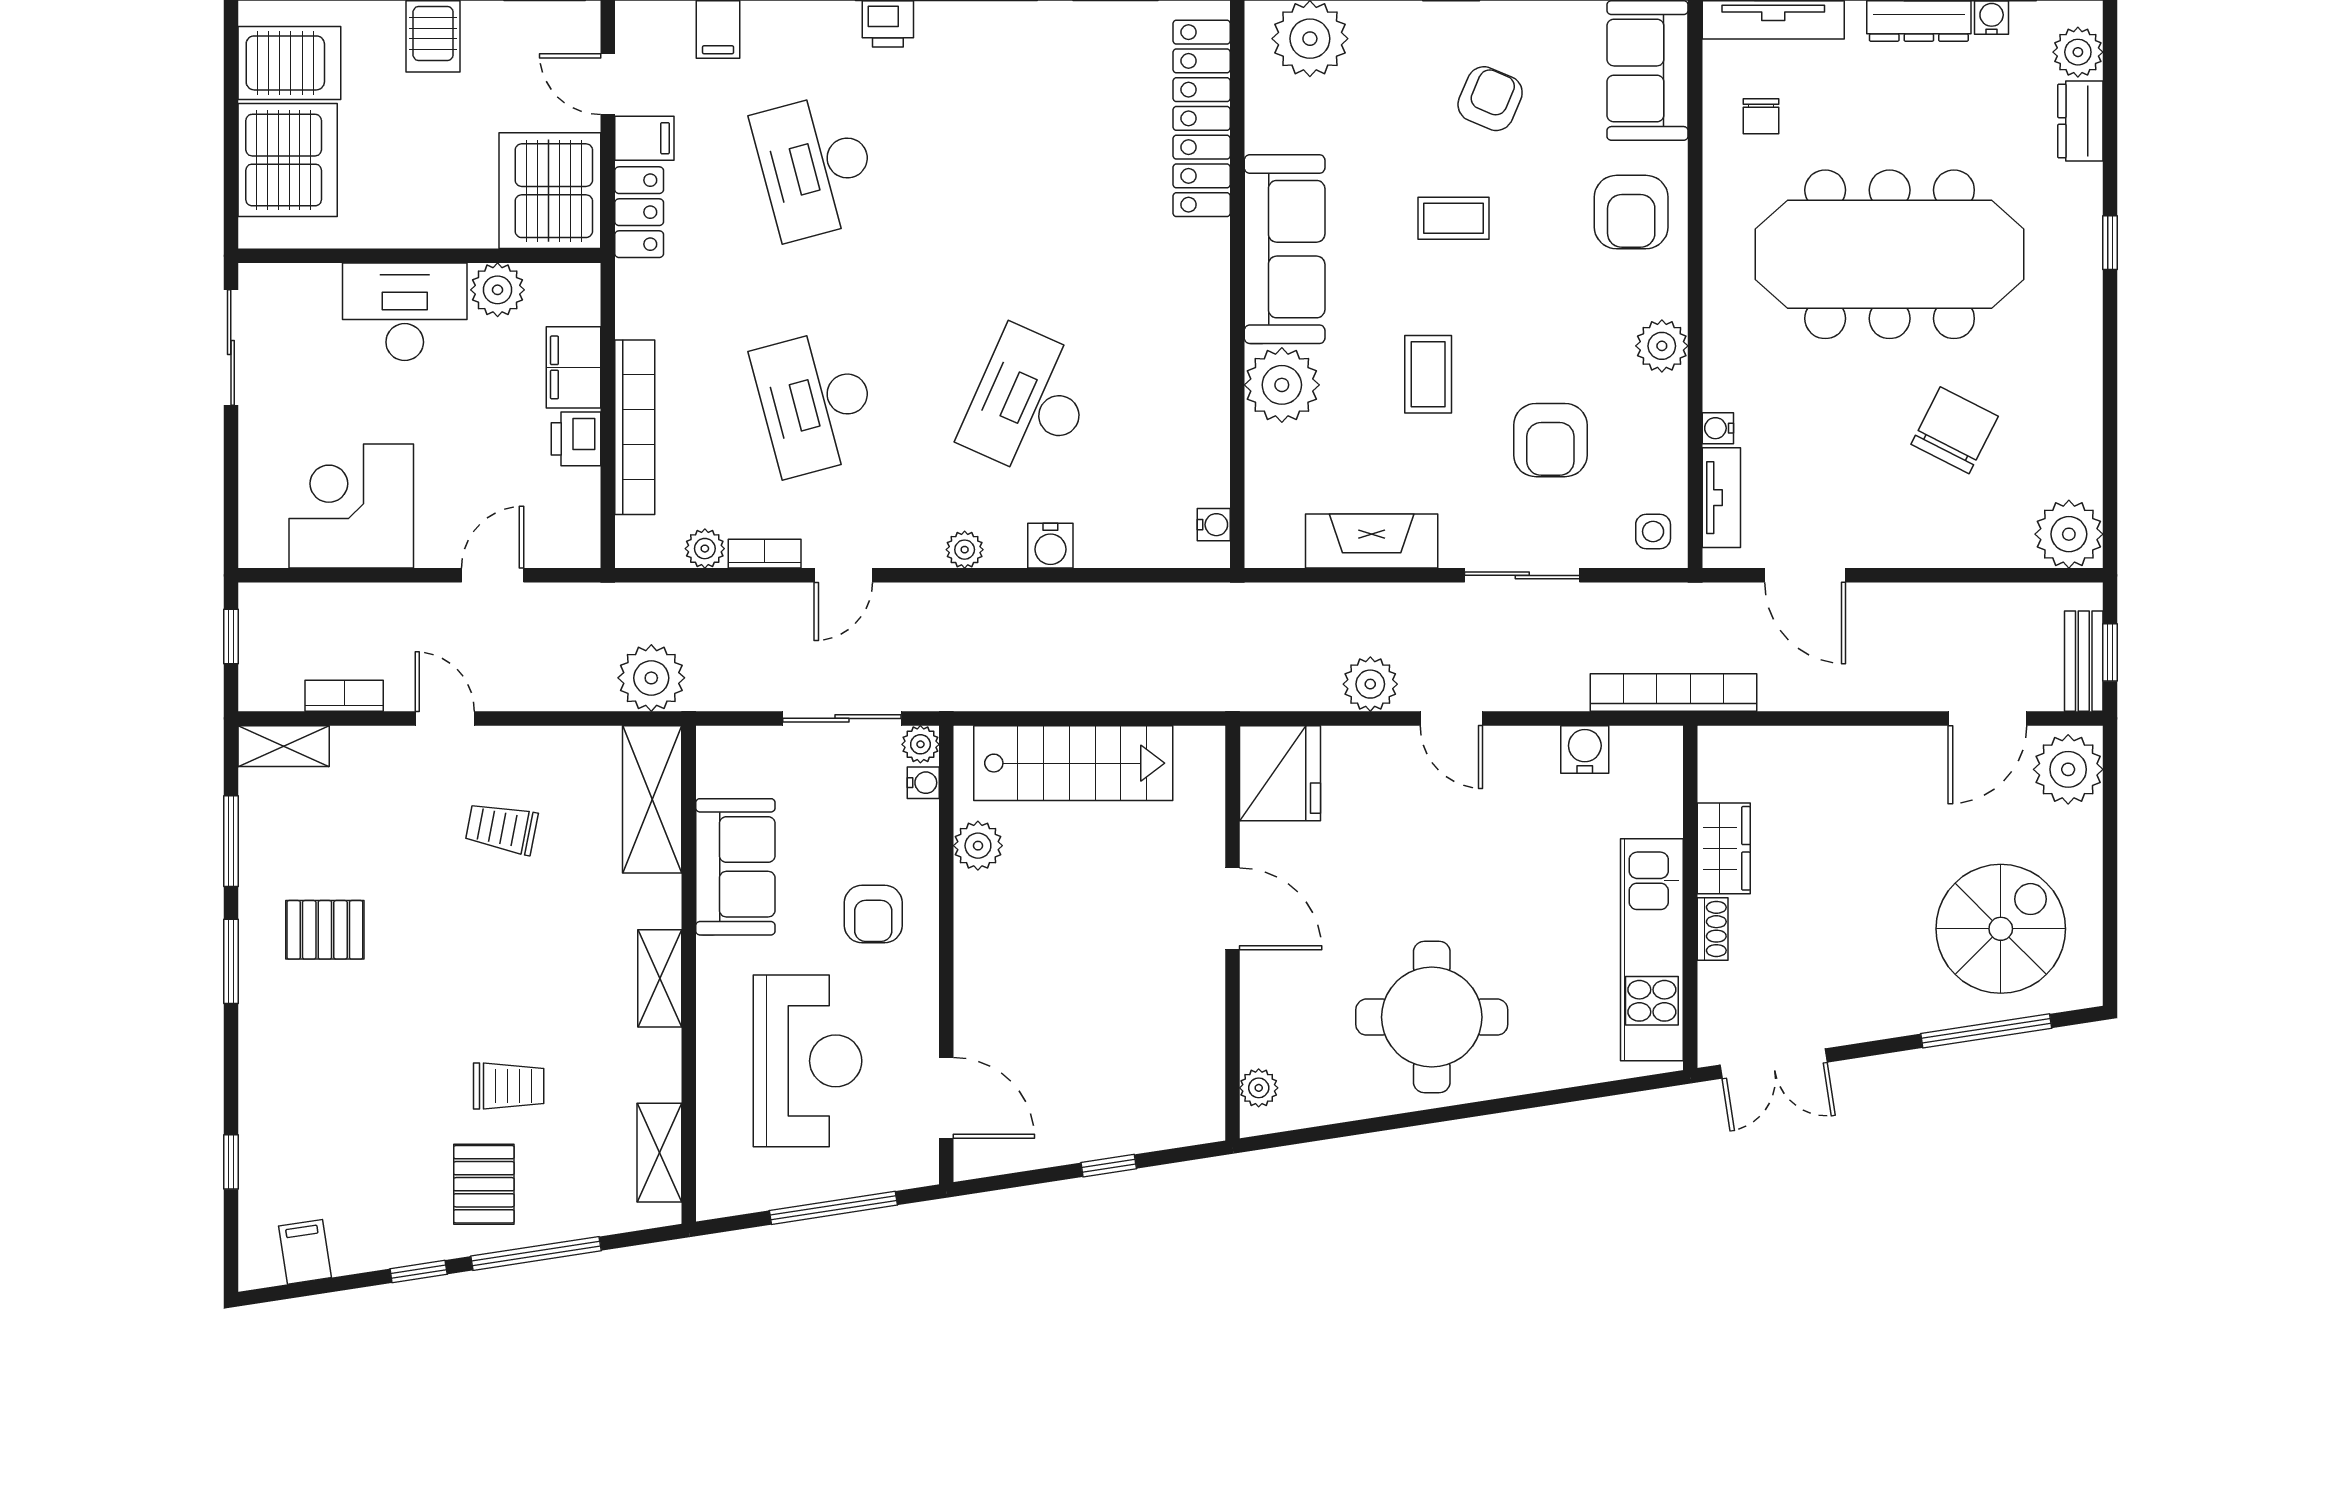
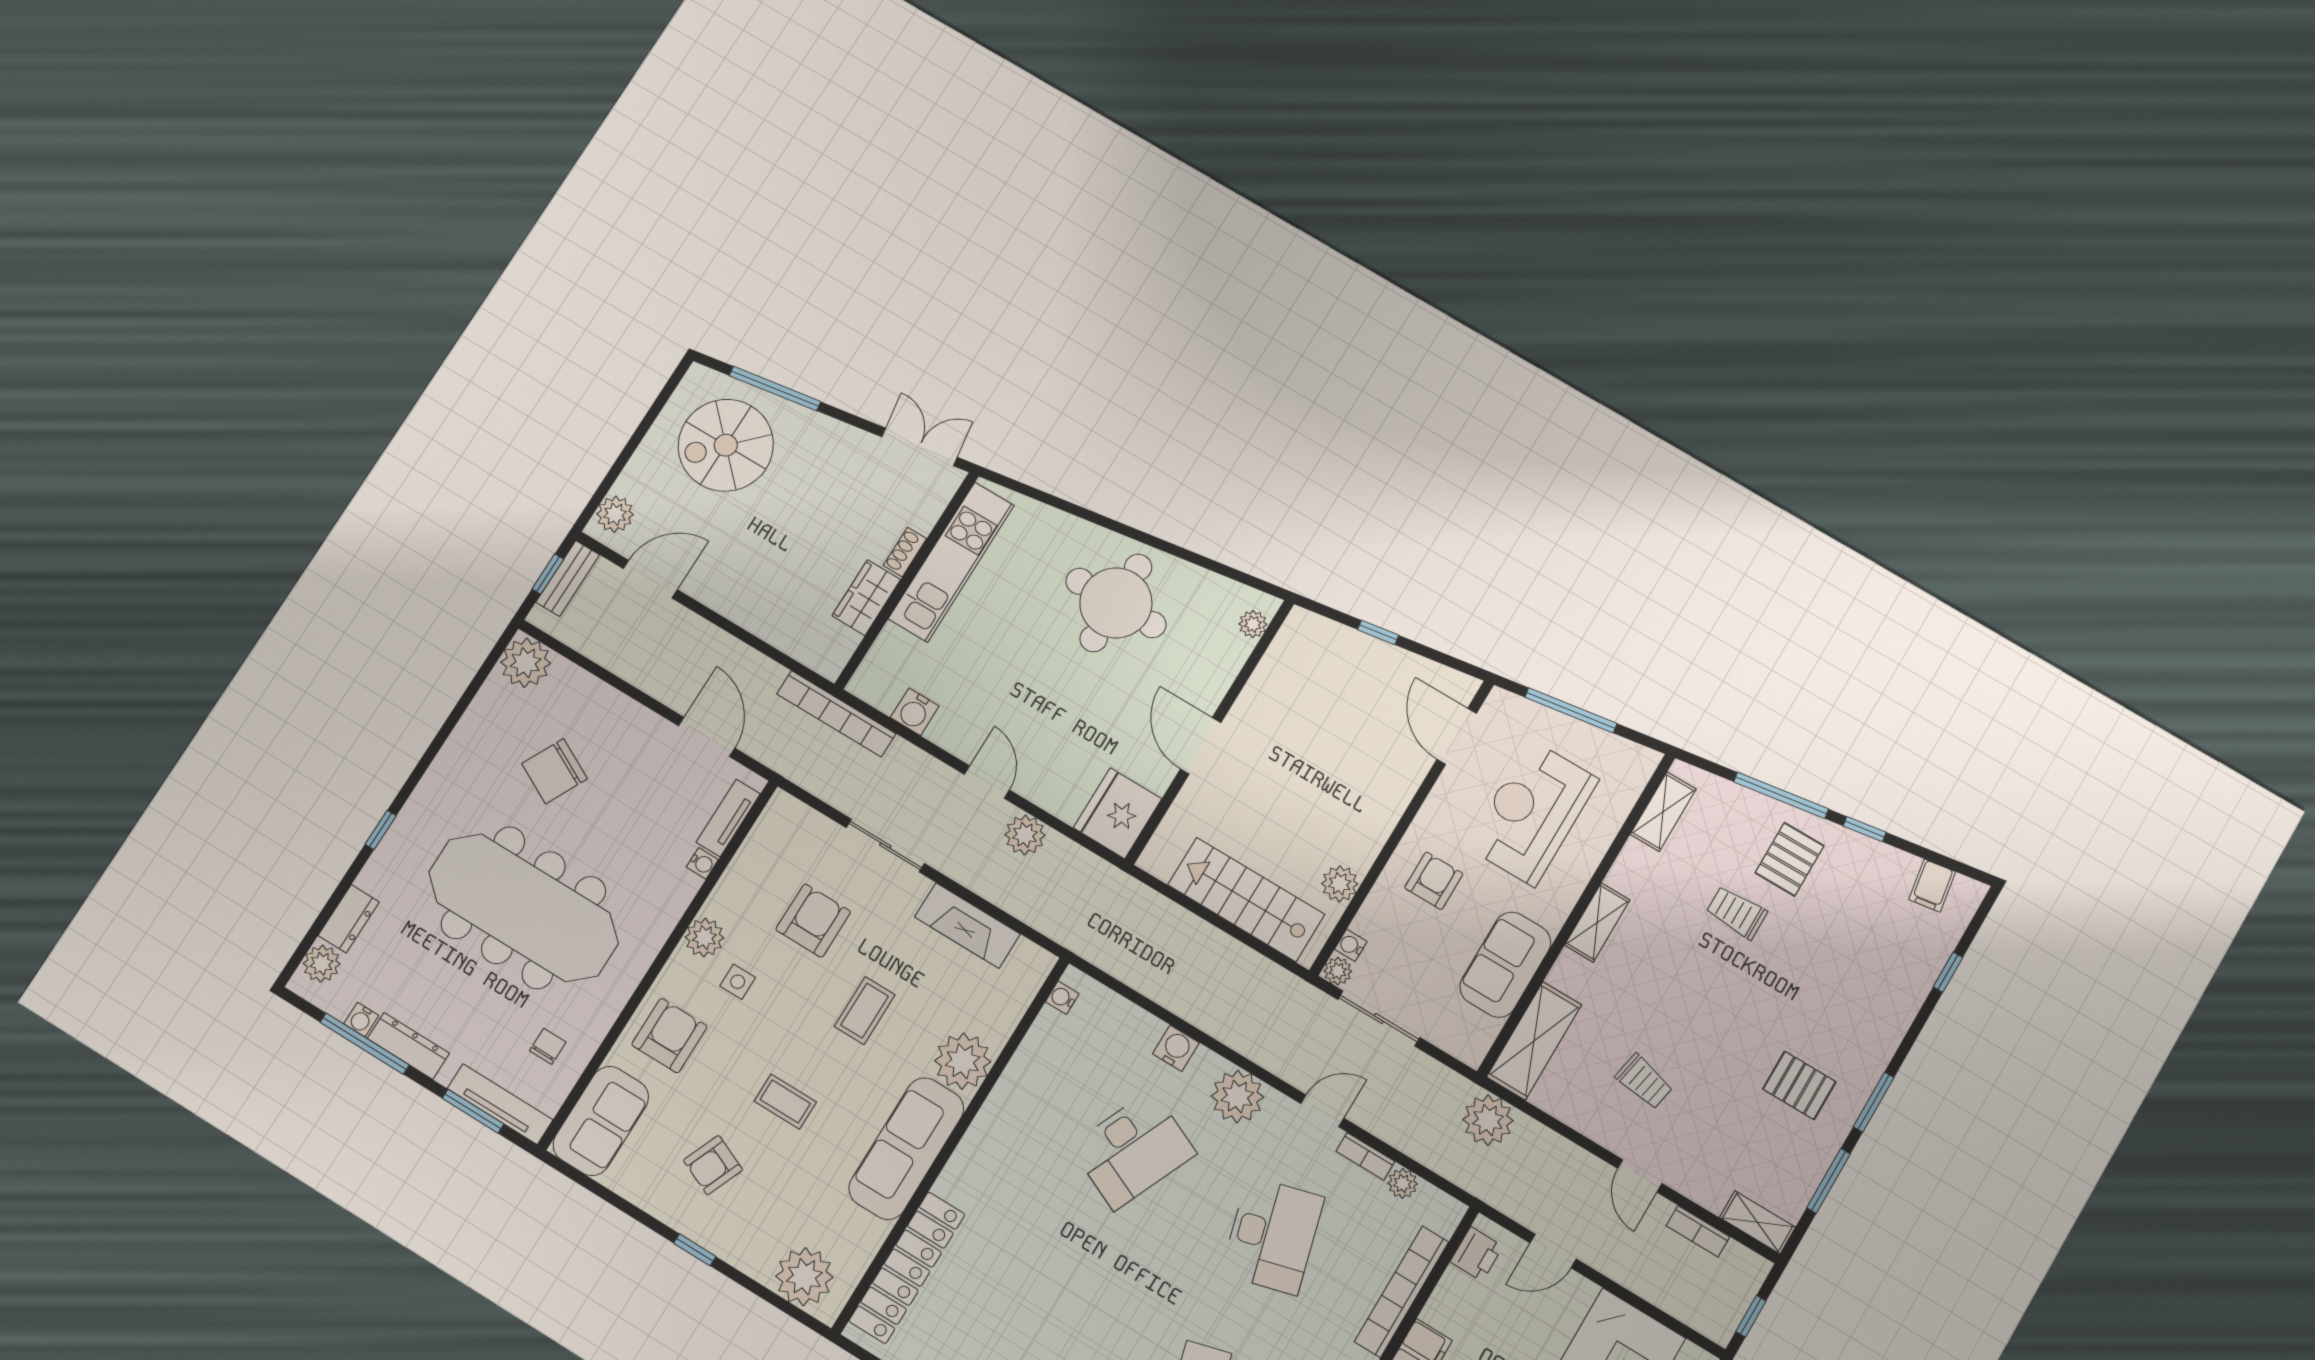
printer: (576, 439) -> (1476, 1254), moved
side table: (1653, 531) -> (738, 982), moved
plant: (965, 550) -> (1237, 1097), width x1.88, depth x1.88
plant: (2068, 769) -> (615, 514), width x0.73, depth x0.73

